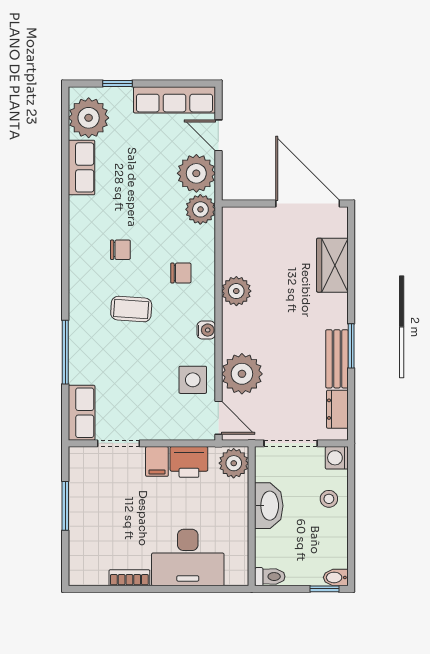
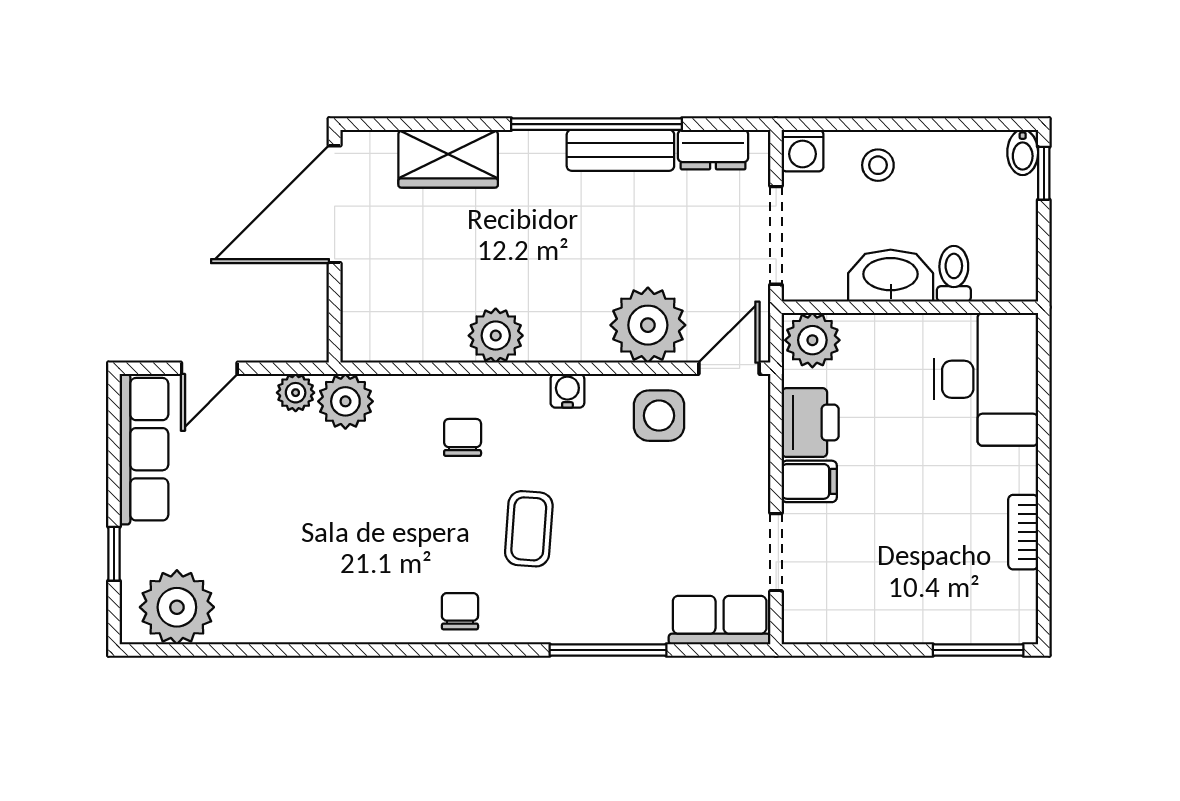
row of seats: (82, 167) -> (268, 620), removed
plant: (196, 173) -> (296, 393), width x0.53, depth x0.53
chair: (120, 250) -> (460, 611), moved
window: (351, 346) -> (596, 124), width x2.11
window: (65, 506) -> (978, 650), moved
desk: (188, 558) -> (986, 379), moved
toilet: (270, 577) -> (954, 274), moved

